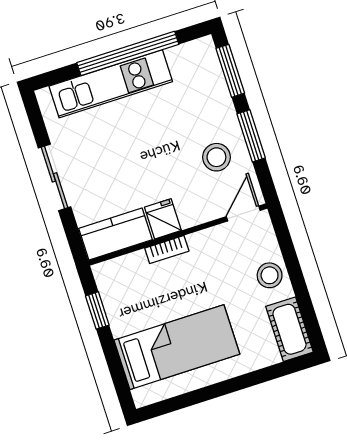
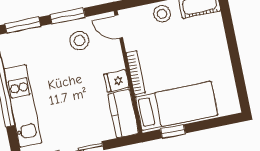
bookcase: (167, 250) -> (136, 73), width x1.56
bed: (177, 347) -> (177, 106), moved, turned 90

